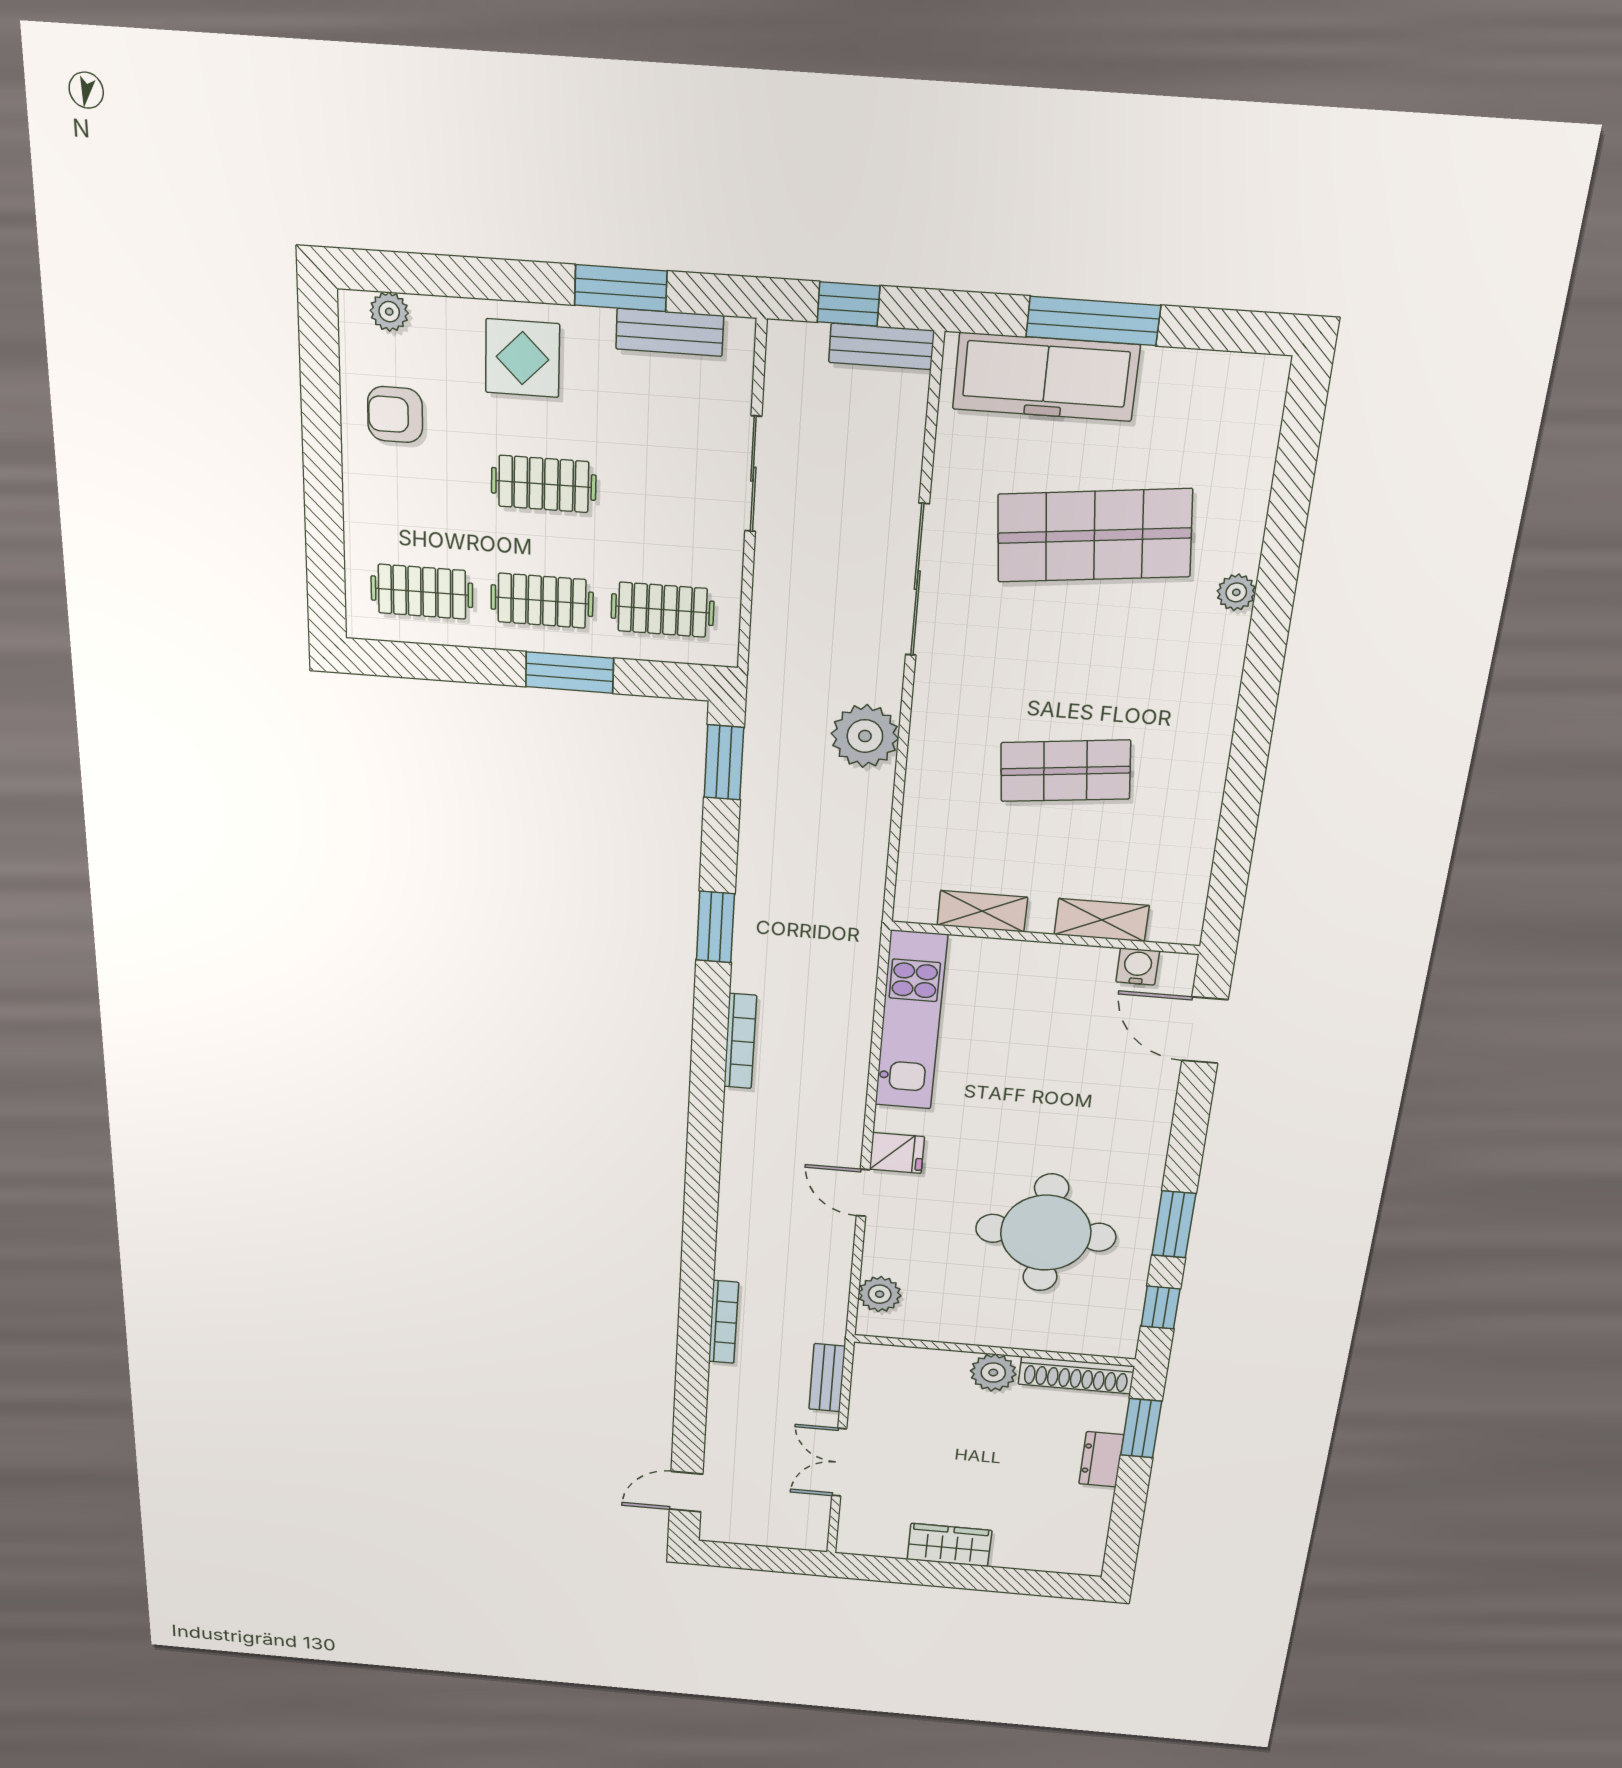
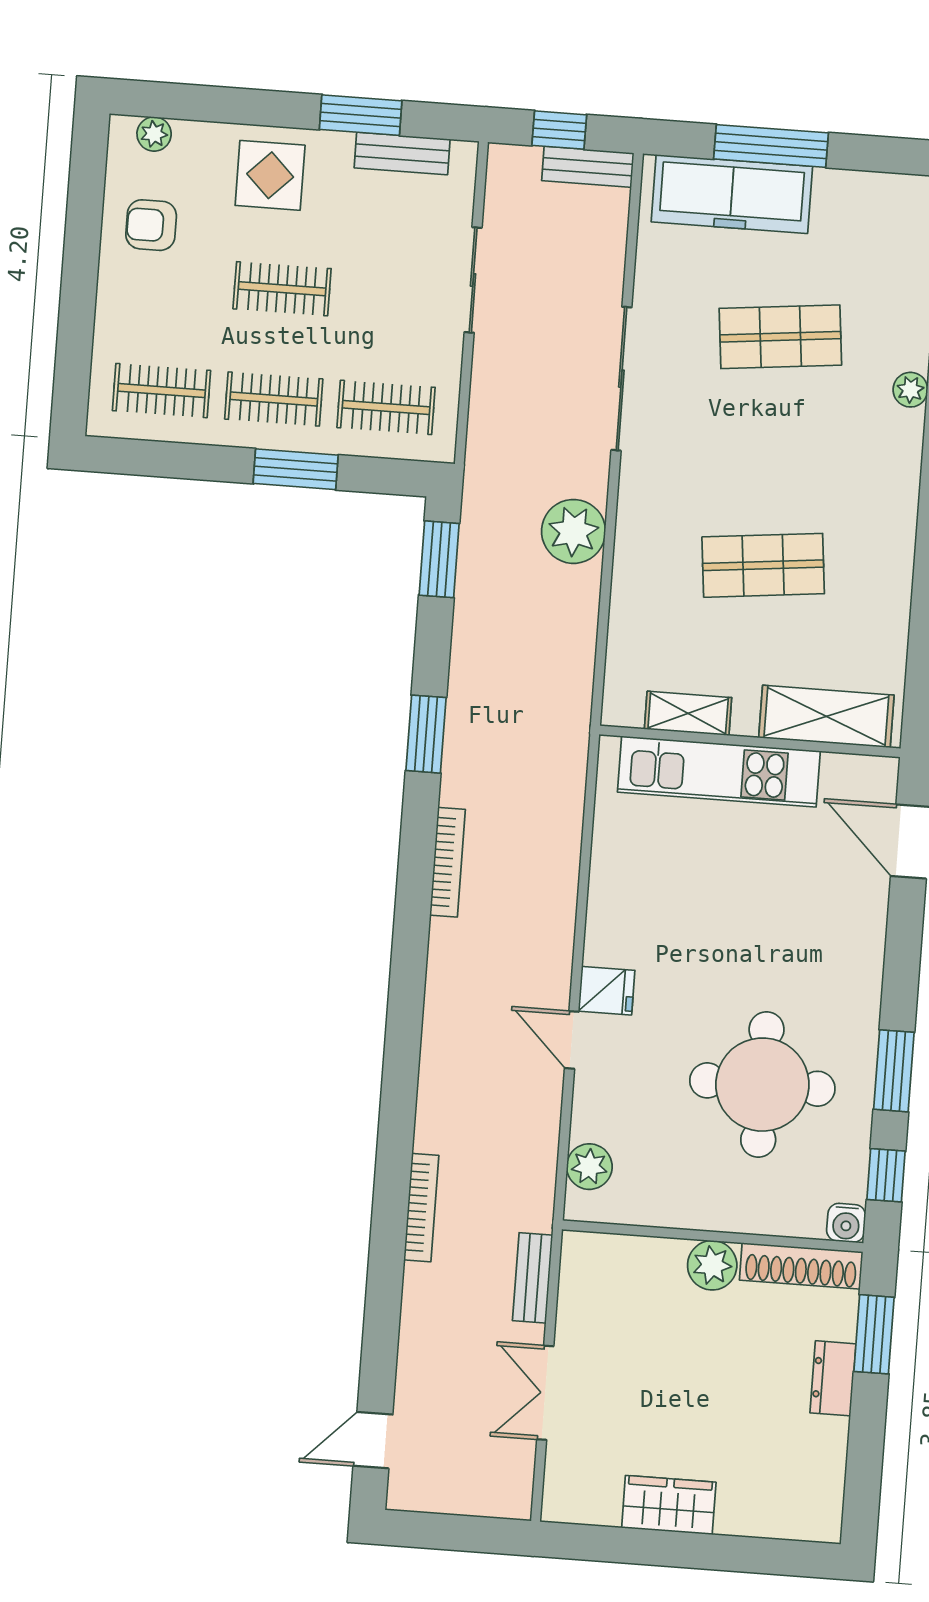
shop shelf: (1094, 536) -> (780, 337), width x0.70, depth x0.74
shelving: (1102, 920) -> (826, 716), width x1.50, depth x1.33
water cooler: (1138, 967) -> (846, 1223), moved, turned 180
kitchen unit: (911, 1021) -> (719, 772), moved, turned 90

